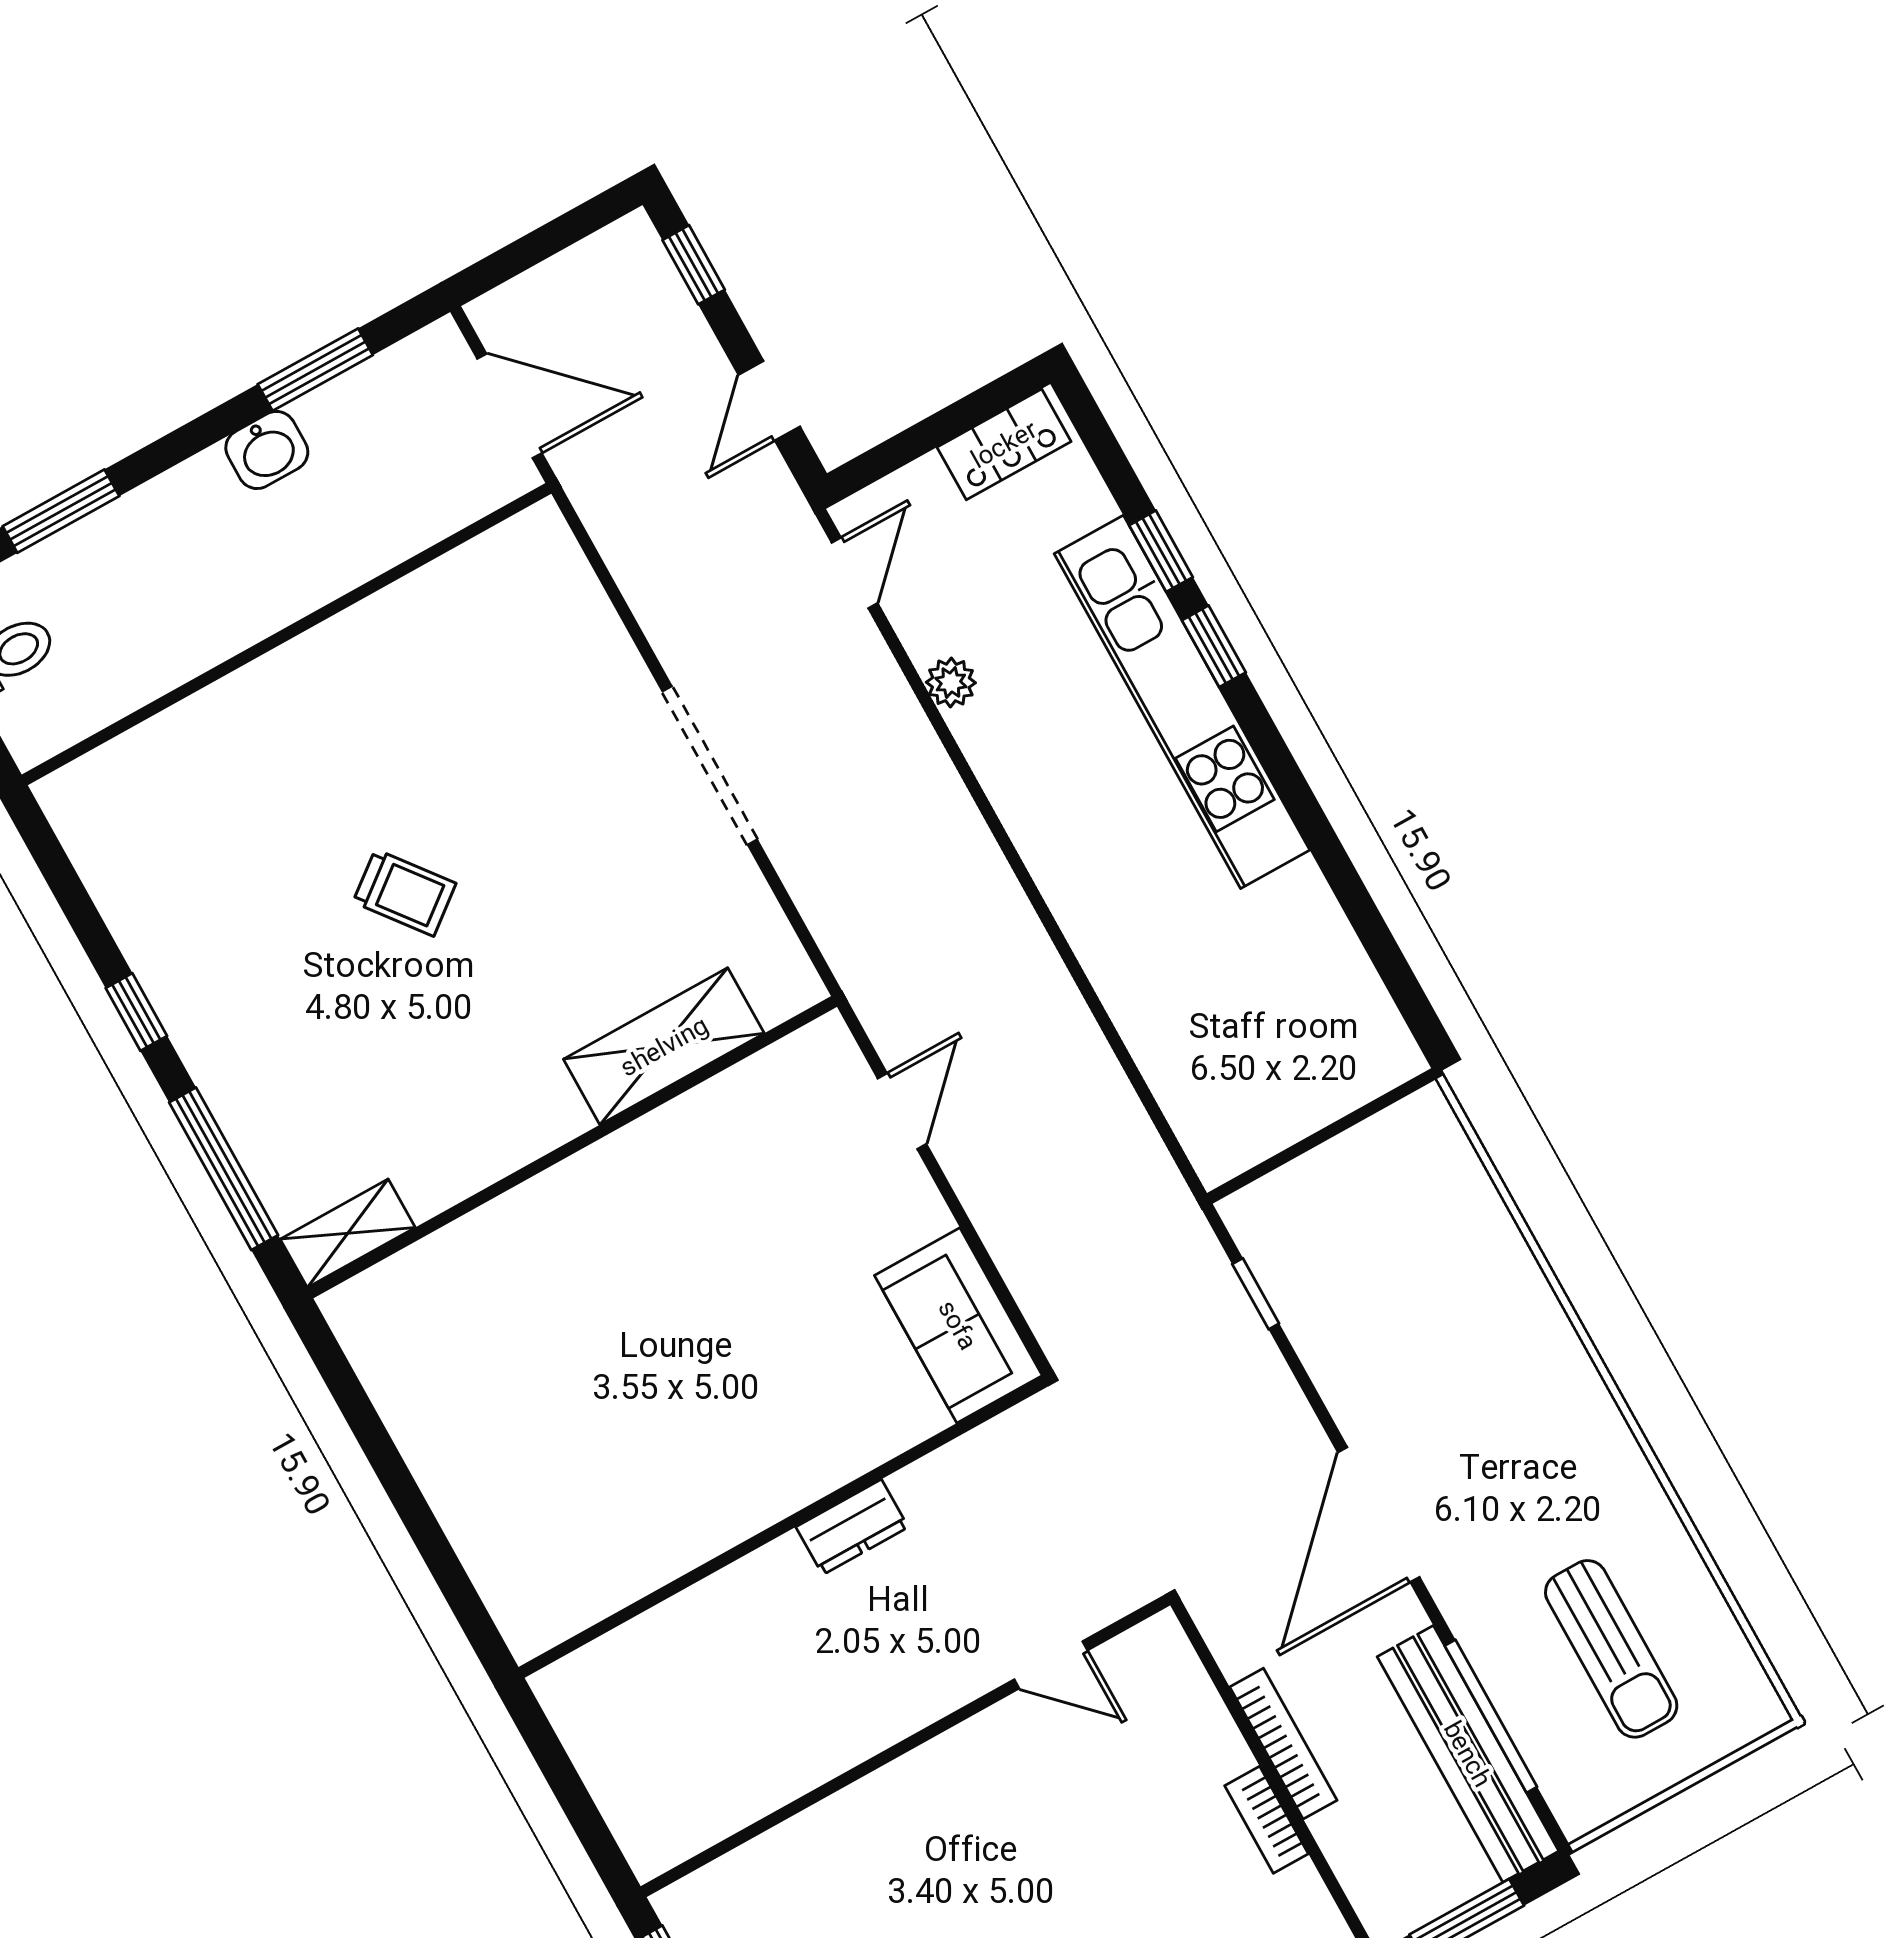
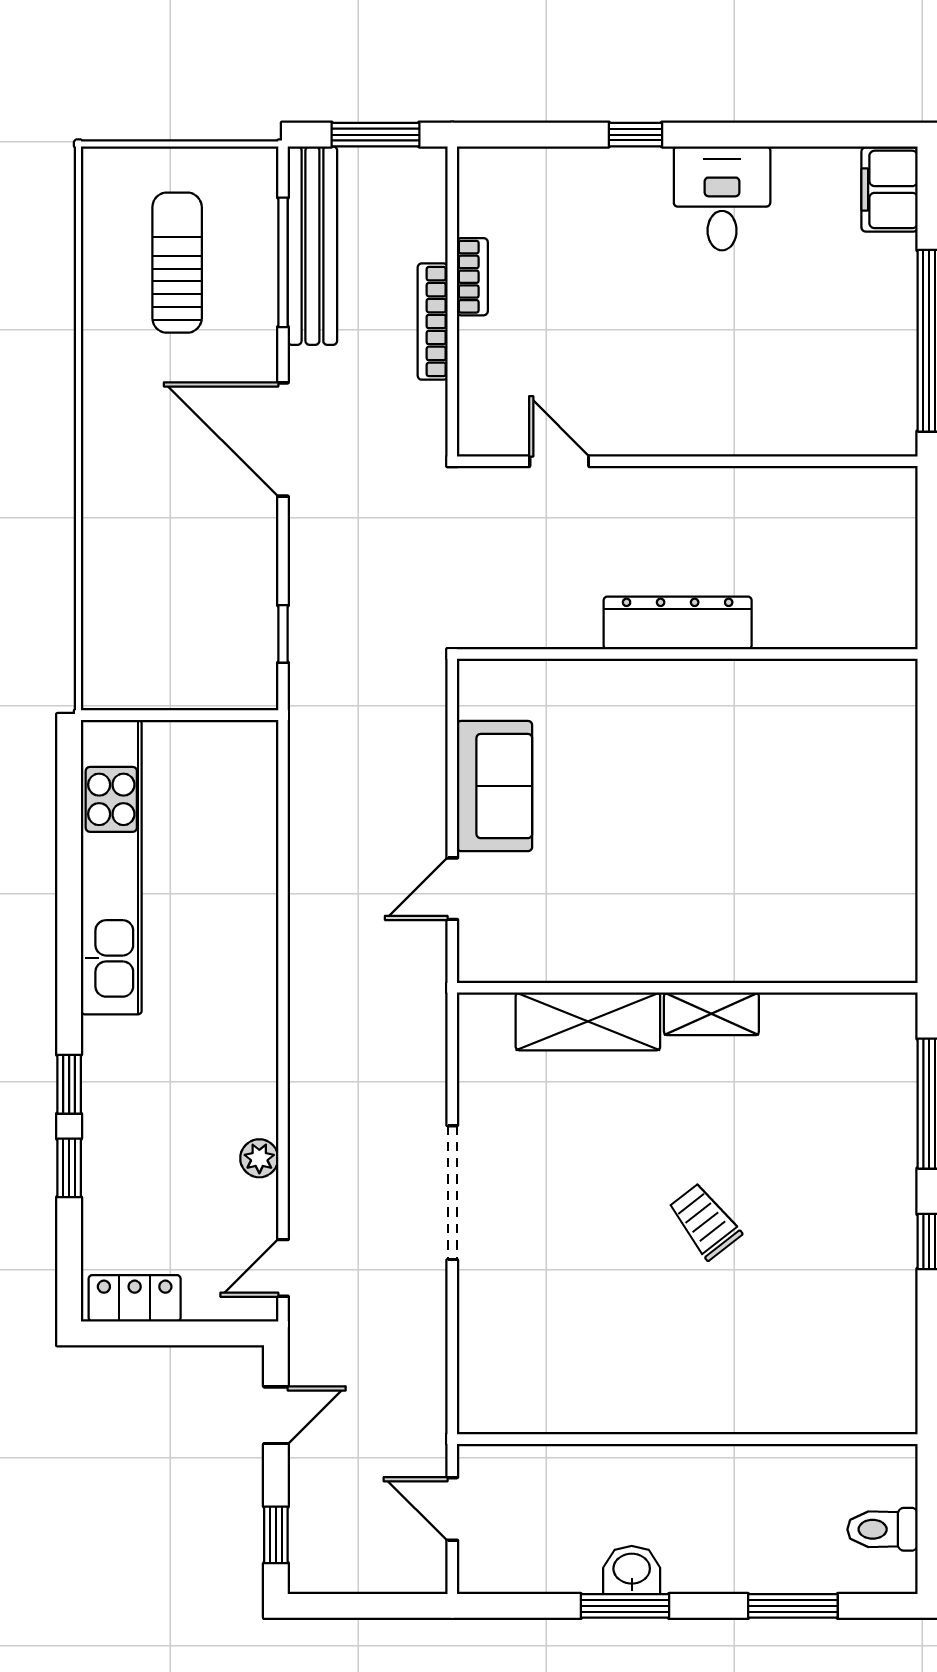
window: (315, 370) -> (625, 1606), moved
door: (510, 406) -> (452, 1509), width x0.73
kitchen unit: (1182, 702) -> (111, 867), moved
shelving: (348, 1233) -> (711, 1014), moved
sofa: (958, 1325) -> (495, 786), moved
door: (1379, 1515) -> (283, 440), swing flipped
dresser: (852, 1527) -> (678, 623), width x1.96, depth x1.24

